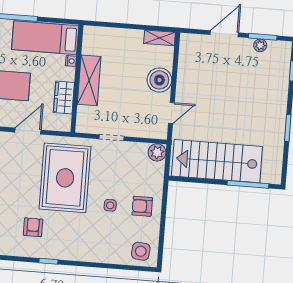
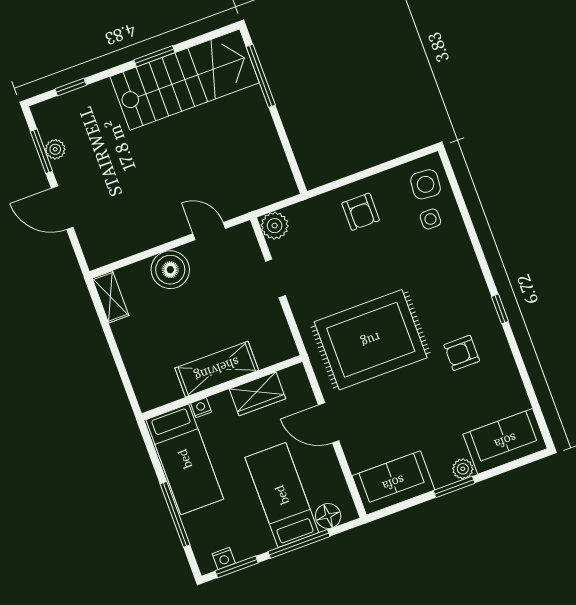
doorway: (111, 138) -> (275, 278), moved
stairs: (217, 161) -> (185, 80), moved, turned -90
side table: (110, 205) -> (430, 219), moved

